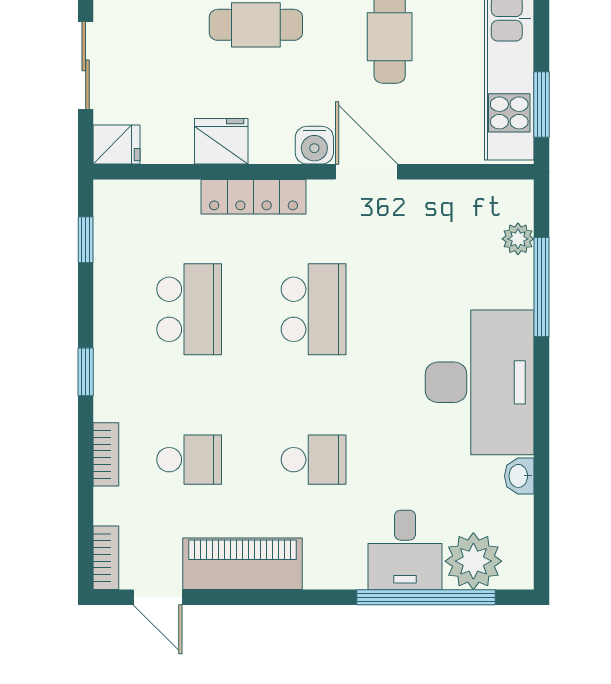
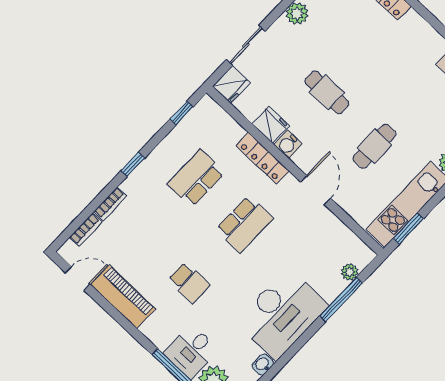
fridge: (117, 145) -> (231, 85), width x1.38
water cooler: (314, 145) -> (288, 144), moved
school desk: (189, 309) -> (196, 178), turned 180
school desk: (189, 460) -> (141, 237), removed
bookcase: (106, 558) -> (86, 230), moved
door: (158, 597) -> (78, 278), swing flipped

